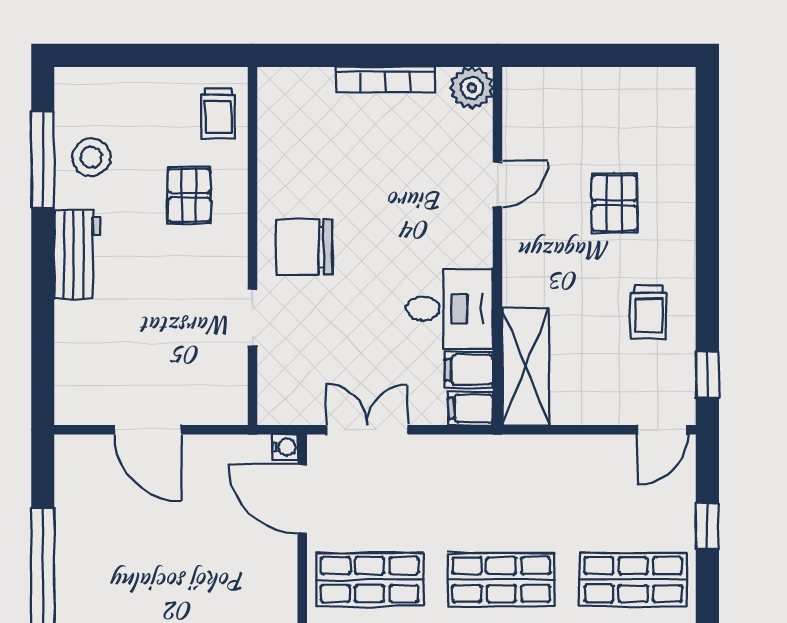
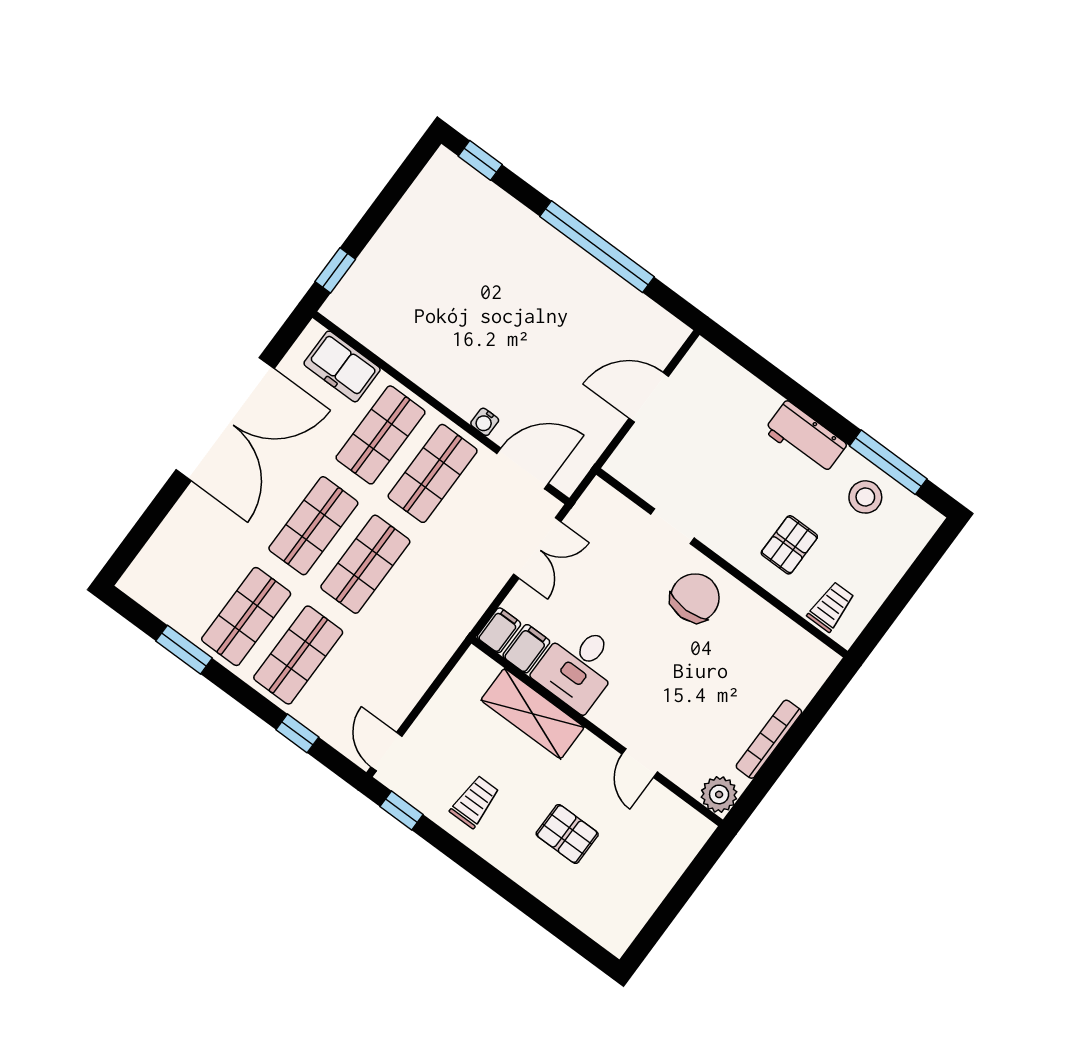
trolley: (218, 113) -> (831, 607), turned 90
pallet: (189, 195) -> (789, 545), turned 90
trolley: (648, 312) -> (475, 802), turned 90
shelving: (526, 367) -> (533, 714), moved
water cooler: (285, 447) -> (485, 422), moved

